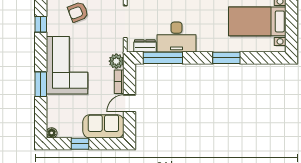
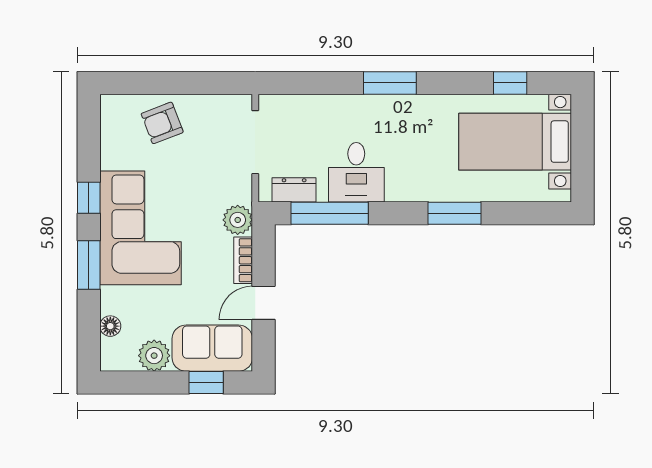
window: (41, 24) -> (89, 198), moved
desk: (176, 37) -> (356, 172), width x0.73
plant: (74, 130) -> (154, 356), added
floor lamp: (52, 133) -> (110, 326), moved
window: (80, 144) -> (206, 383), moved

